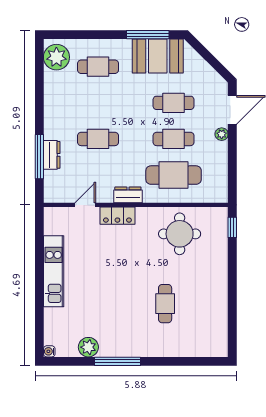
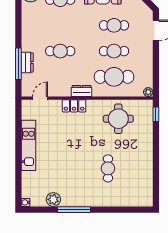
plant: (222, 134) -> (148, 92), moved
door: (85, 205) -> (40, 98), moved

